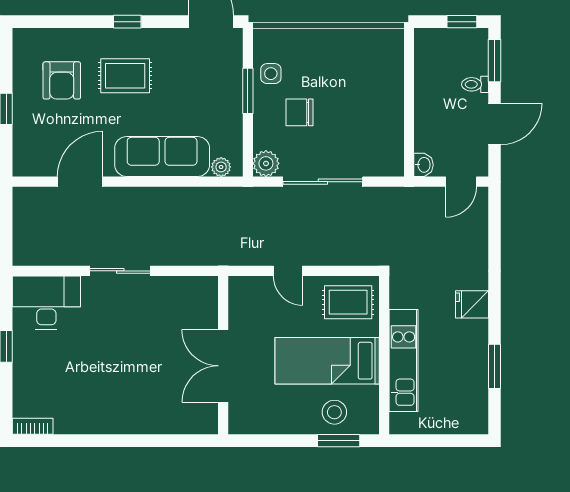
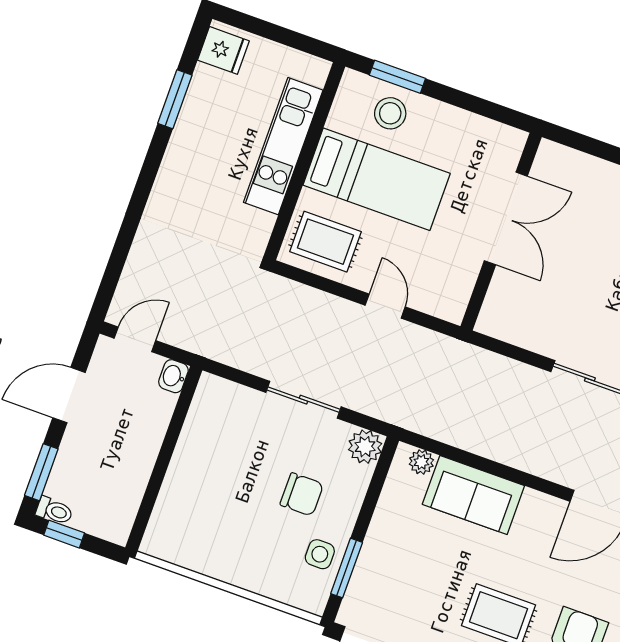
toilet: (475, 84) -> (54, 511), moved
window: (248, 91) -> (347, 568), moved
sofa: (162, 157) -> (473, 495), width x0.73
sliding door: (323, 182) -> (303, 400), width x0.73
fridge: (472, 304) -> (223, 50), moved

